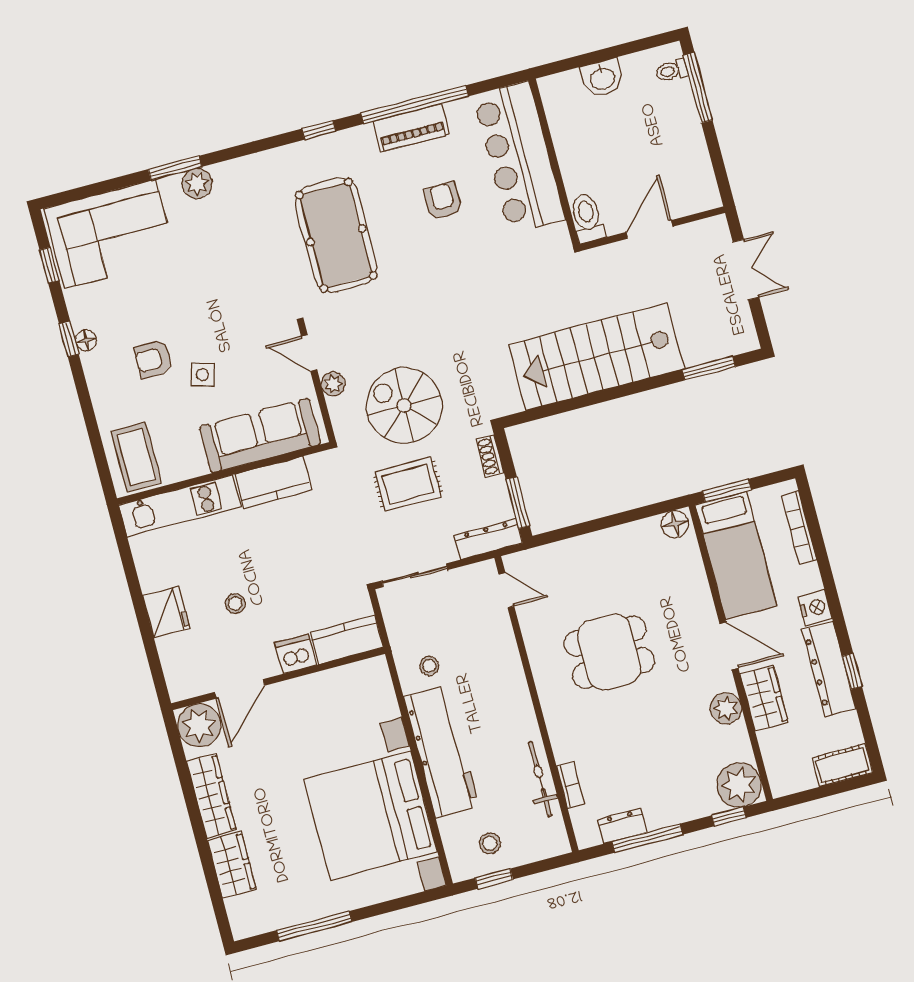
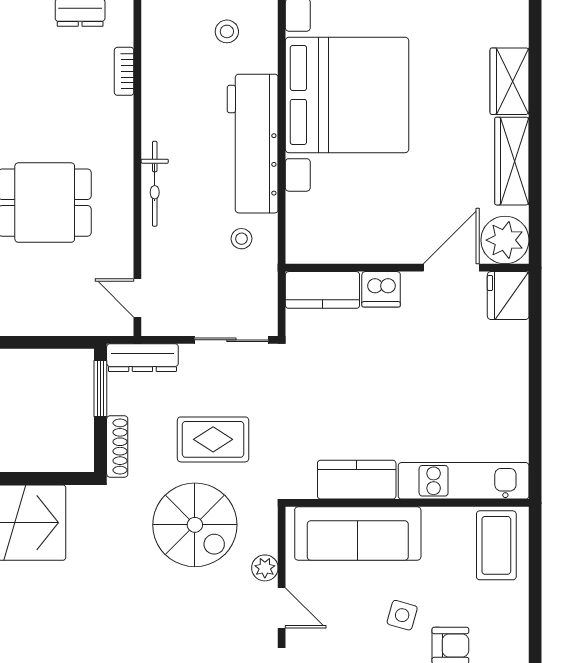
shoe rack: (490, 456) -> (117, 446), width x1.43
stool: (235, 603) -> (432, 360), removed
fridge: (166, 612) -> (508, 296), moved
bicycle: (540, 779) -> (155, 184), moved

